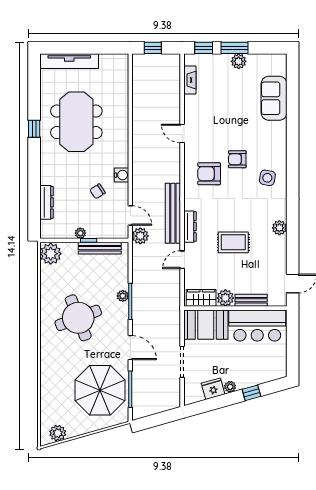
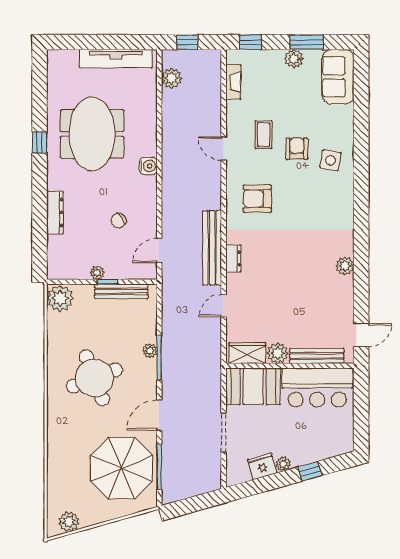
window: (235, 48) -> (306, 42), moved
tv unit: (69, 61) -> (116, 59), moved
sofa: (274, 98) -> (338, 77), moved
coffee table: (214, 122) -> (264, 135), added
armchair: (237, 159) -> (297, 149), moved, turned 90
water cooler: (121, 175) -> (148, 166), moved
side table: (267, 178) -> (331, 160), moved
dresser: (47, 202) -> (55, 212), moved
door: (130, 215) -> (159, 251), swing flipped
dresser: (190, 227) -> (233, 259), width x0.70
plant: (140, 236) -> (172, 78), moved
rug: (233, 242) -> (287, 284), removed
bench: (251, 300) -> (317, 356), width x1.36
door: (130, 348) -> (159, 415), swing flipped

